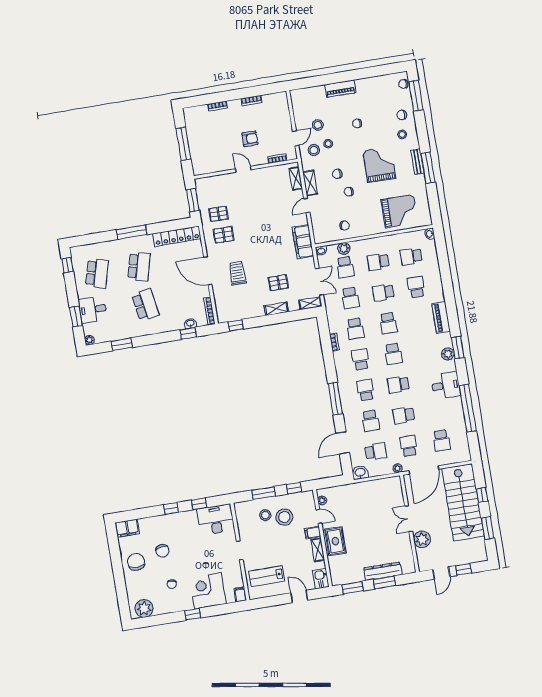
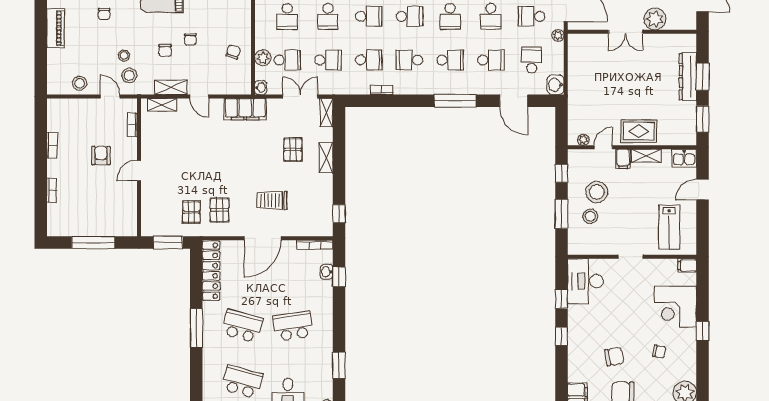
stool: (318, 125) -> (80, 83), moved
school desk: (366, 390) -> (450, 60), turned 180

